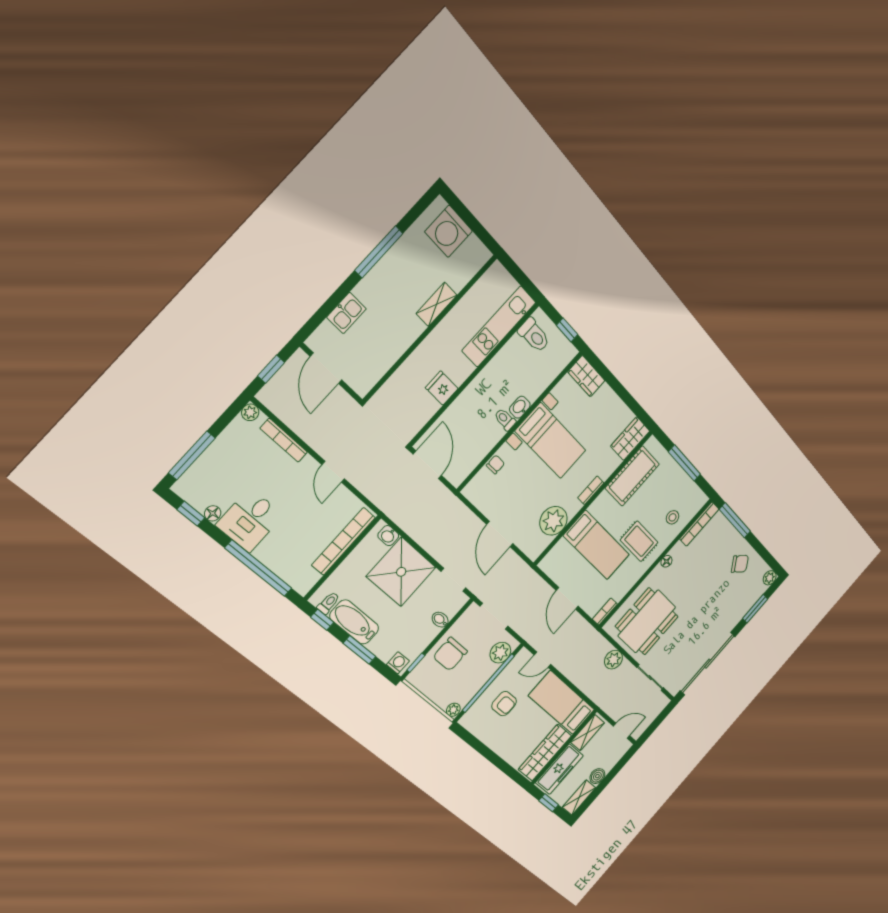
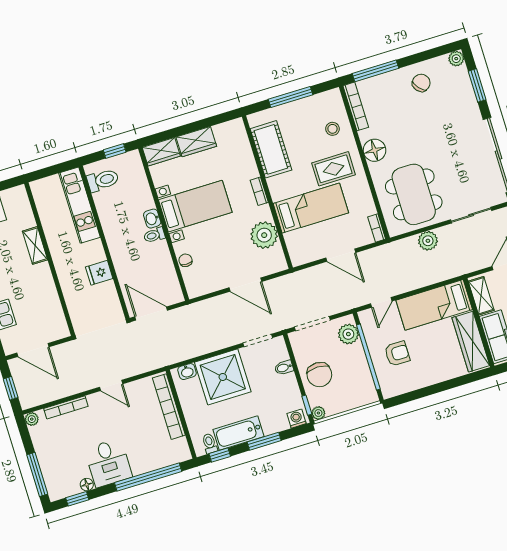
wardrobe: (630, 439) -> (196, 142), moved, turned -90
floor lamp: (666, 561) -> (375, 150), width x1.89, depth x1.89
plant: (453, 710) -> (318, 413), moved

